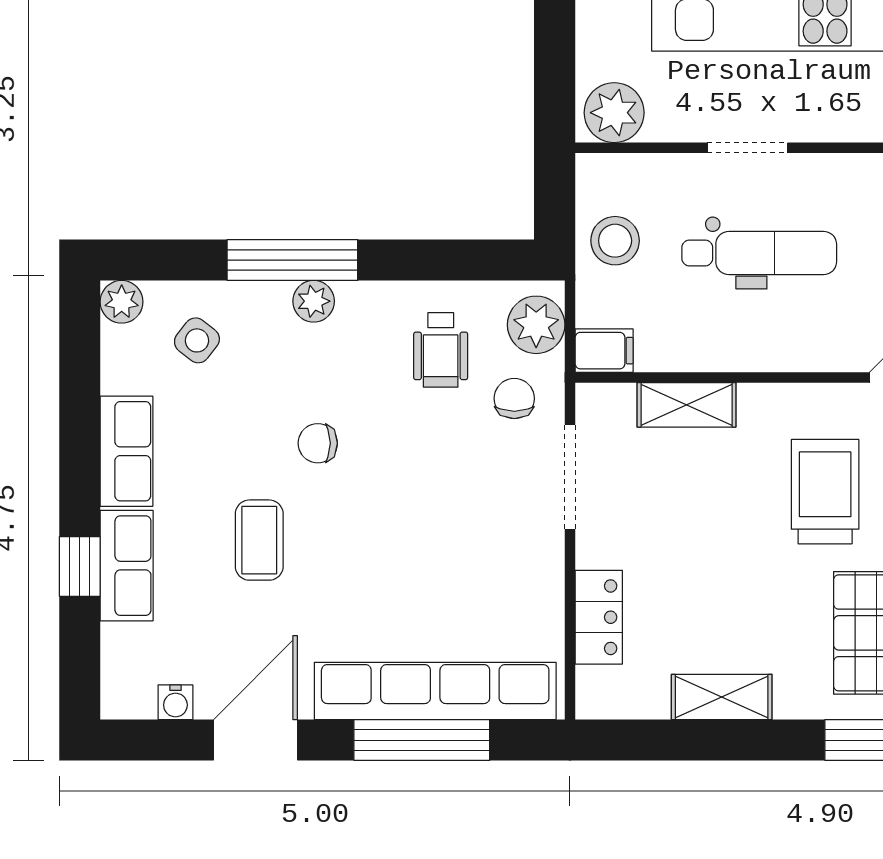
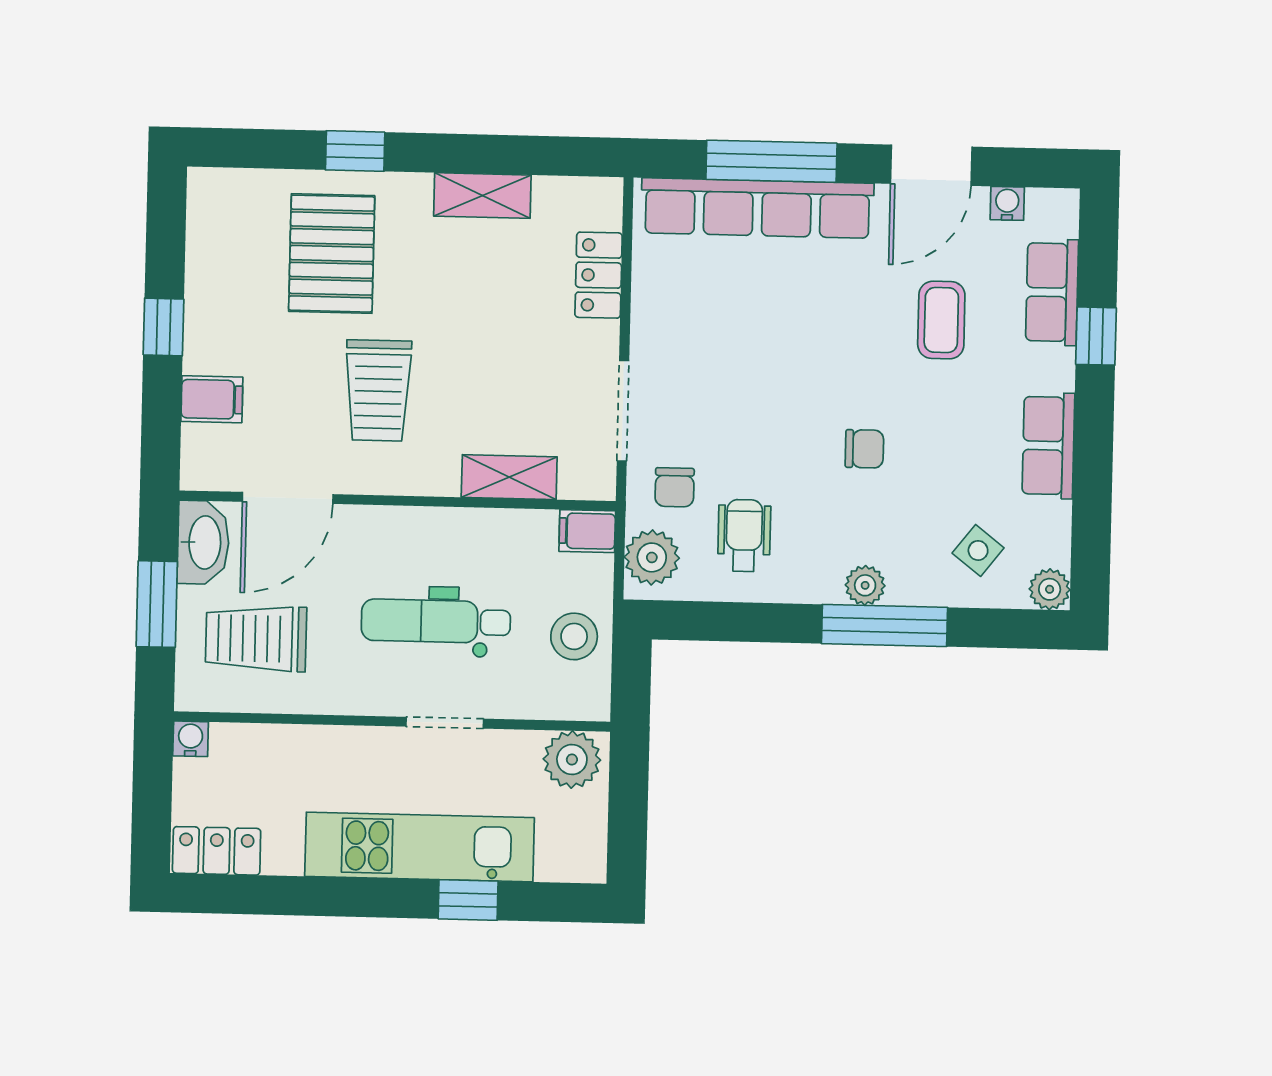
coffee table: (259, 540) -> (941, 320), moved
row of seats: (127, 566) -> (1052, 292), moved

